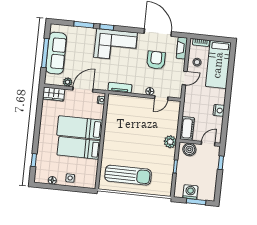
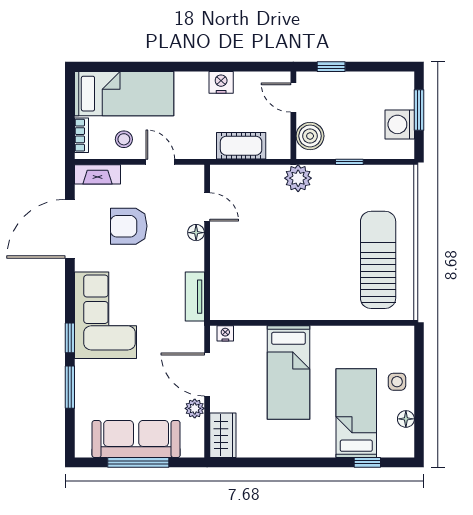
cot: (187, 128) -> (241, 146), moved
bed: (79, 148) -> (356, 413), moved, turned 180

